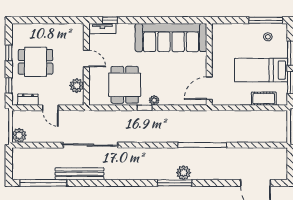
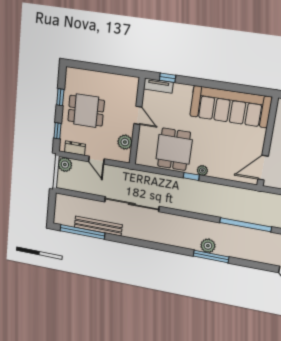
plant: (19, 135) -> (65, 165), moved
plant: (184, 173) -> (208, 246), moved
bench: (79, 174) -> (98, 226), moved

